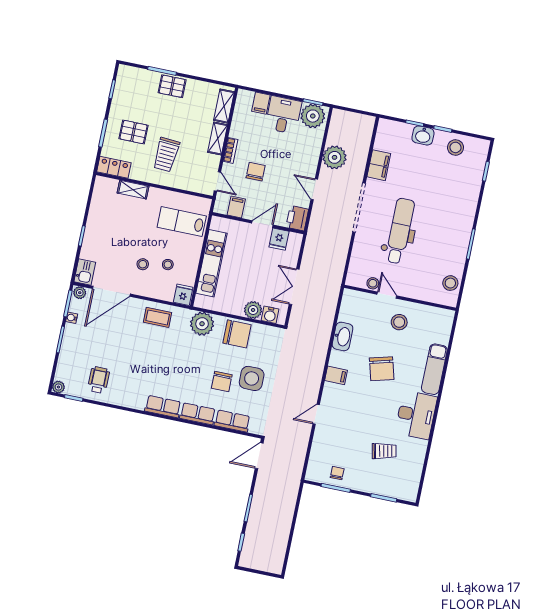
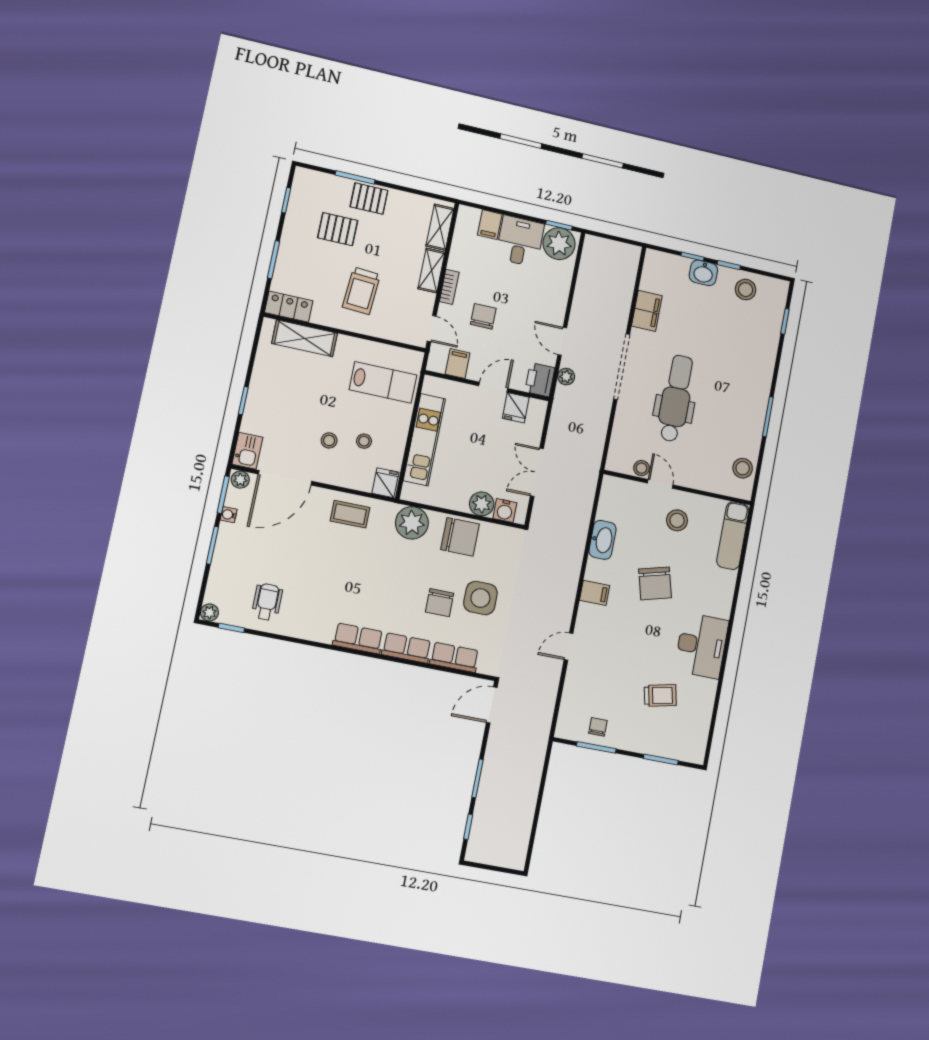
pallet: (134, 132) -> (338, 229), moved
plant: (335, 157) -> (566, 377), moved, width x0.53, depth x0.53
shelving: (133, 190) -> (305, 338), width x1.50, depth x1.33
lab bench: (182, 222) -> (383, 382), turned 180
exam couch: (434, 369) -> (733, 536), moved

